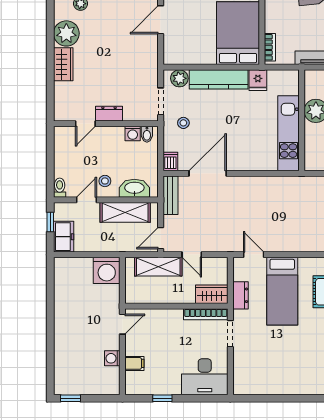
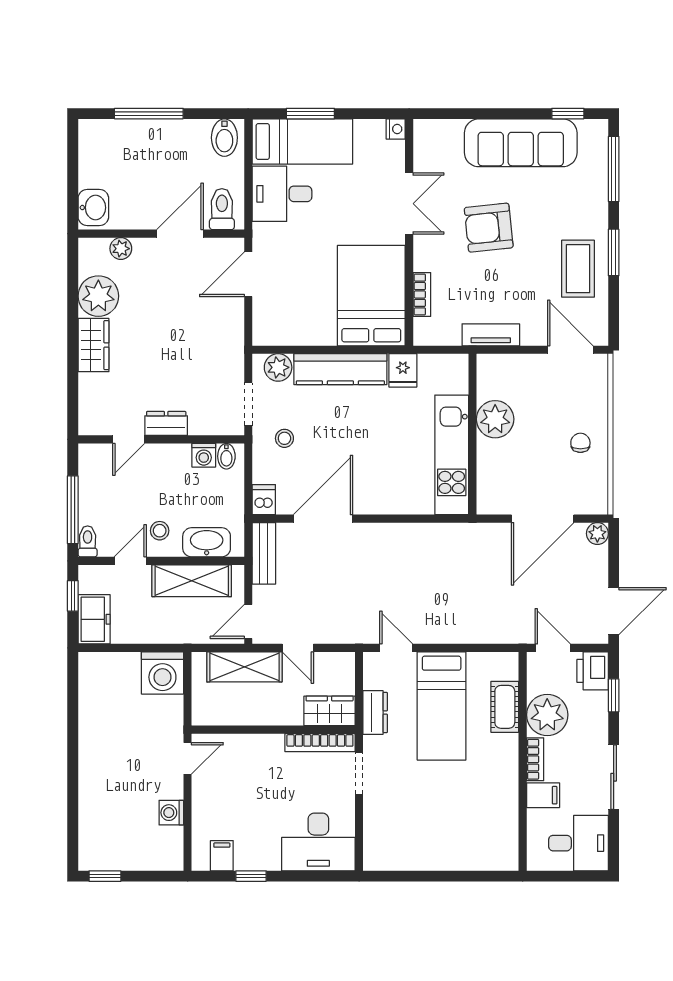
bookcase: (270, 47) -> (422, 294), moved
window: (50, 168) -> (73, 510), added
filing cabinet: (134, 363) -> (222, 856), moved, turned -90

